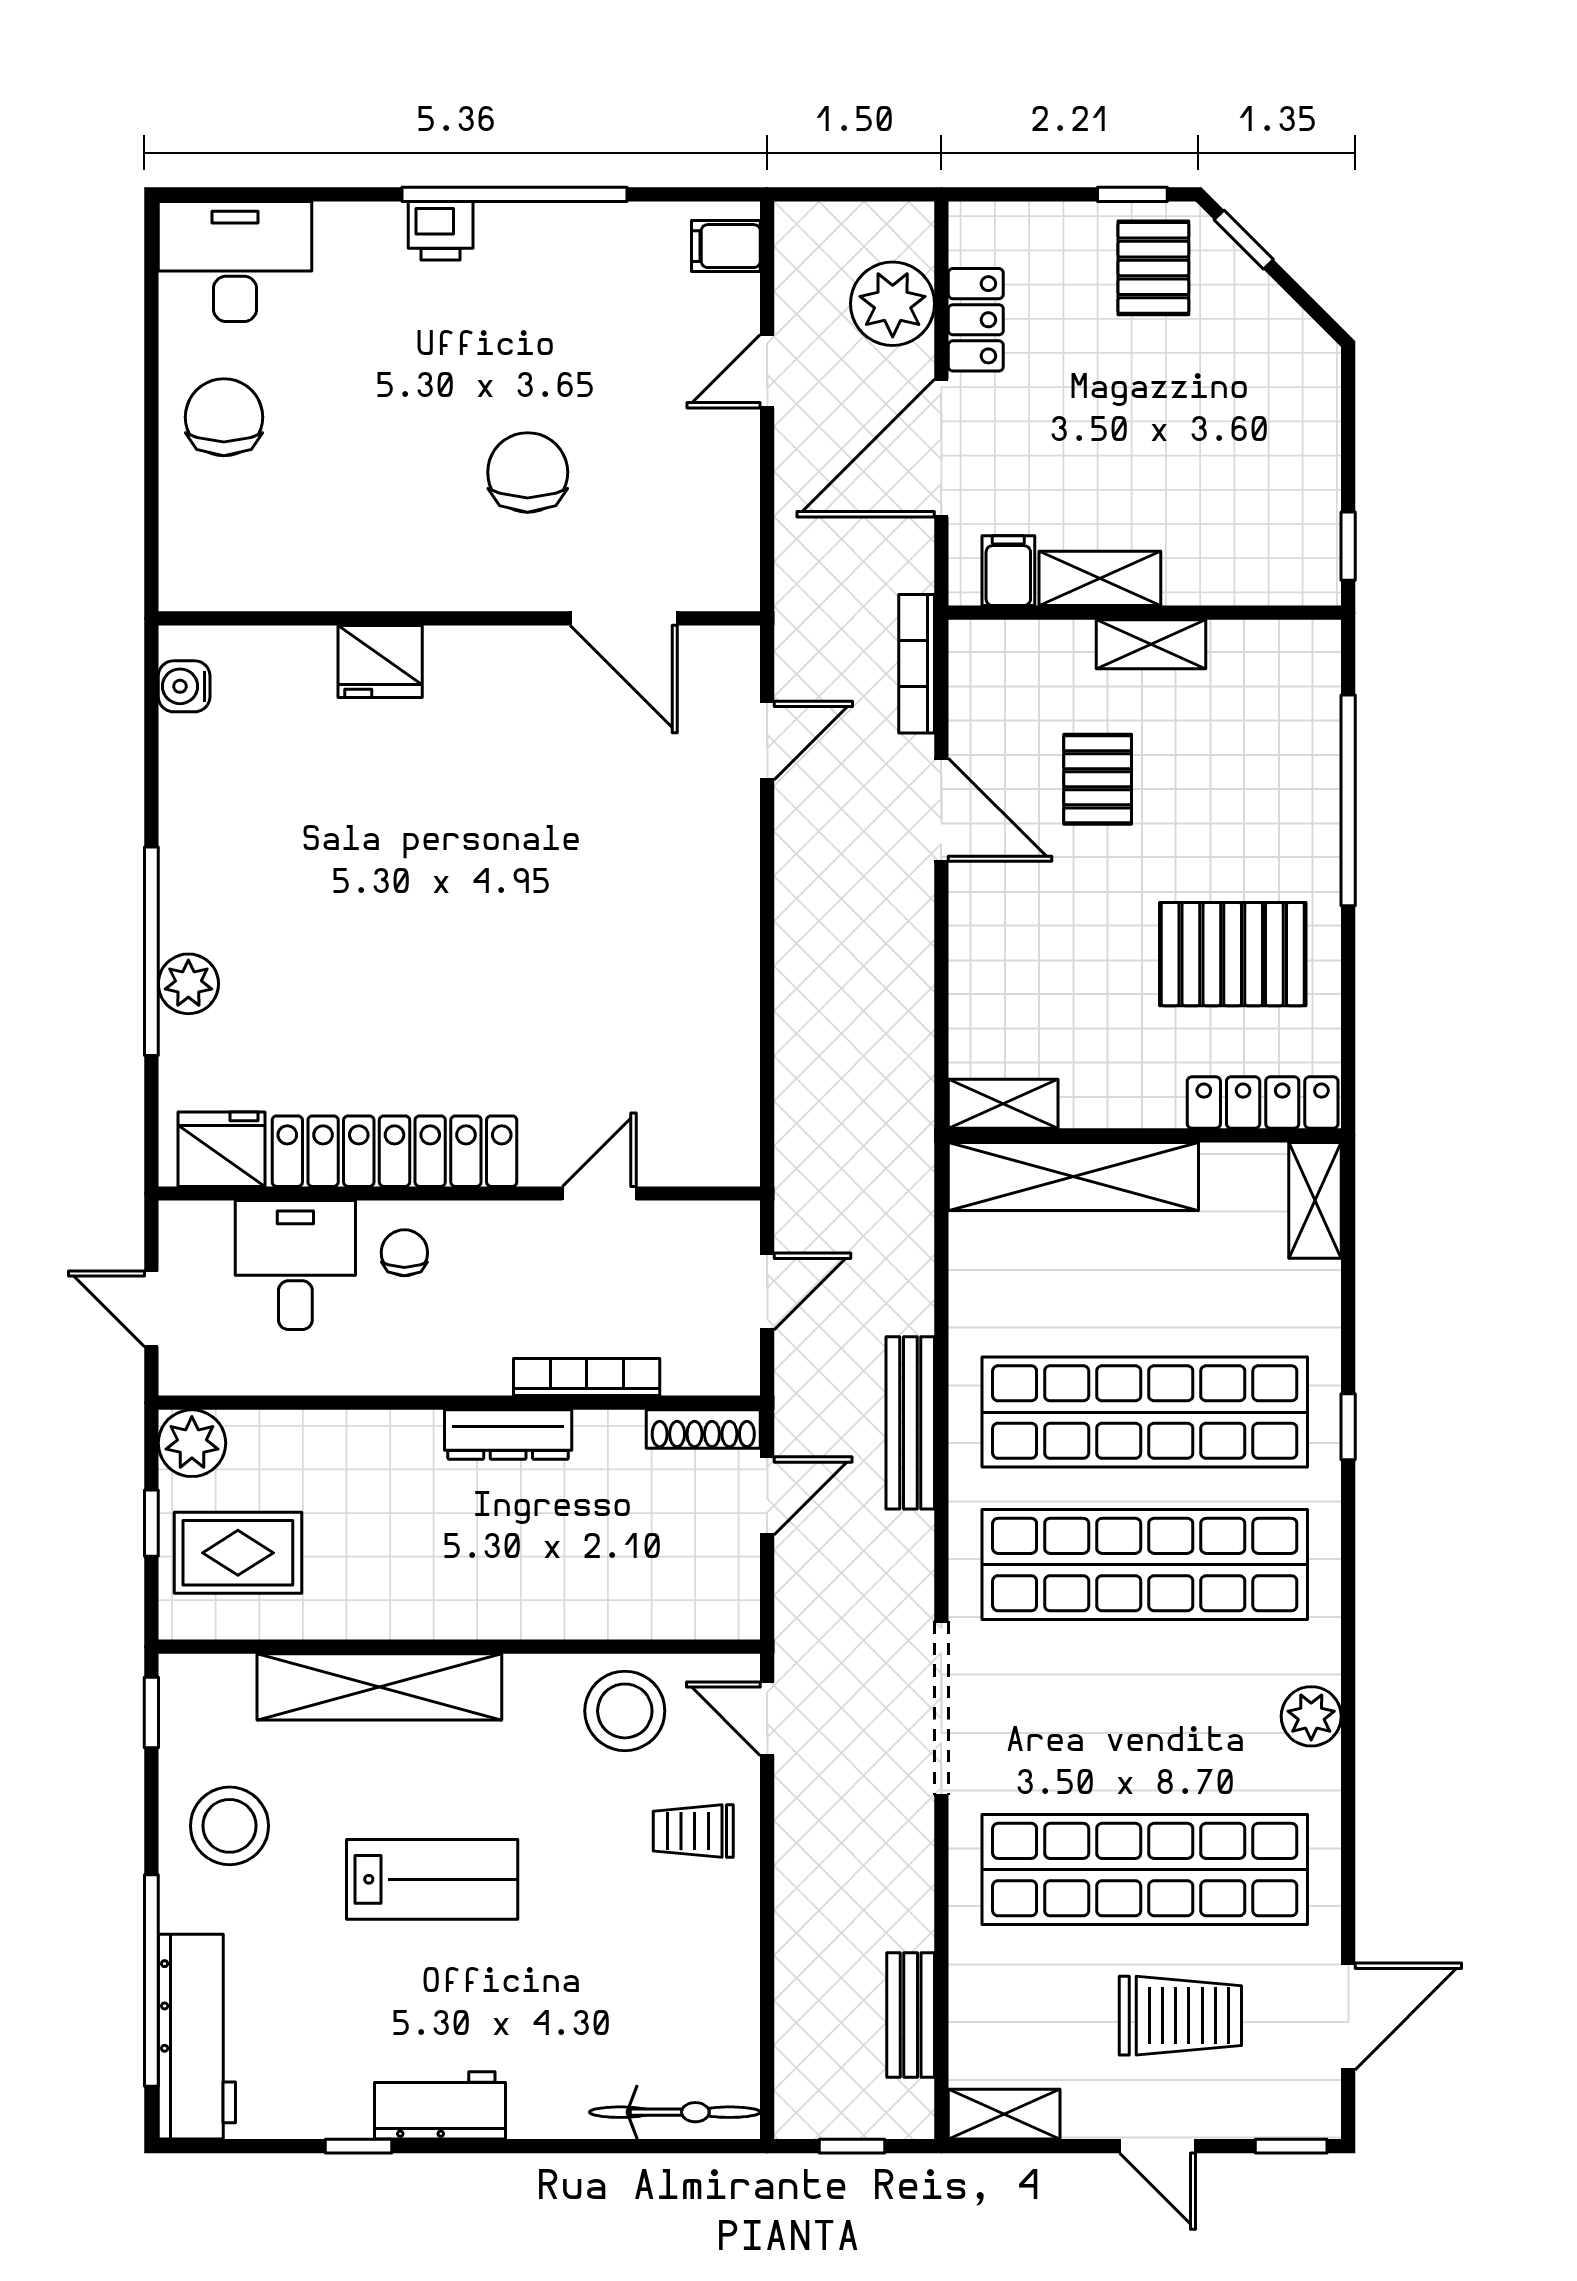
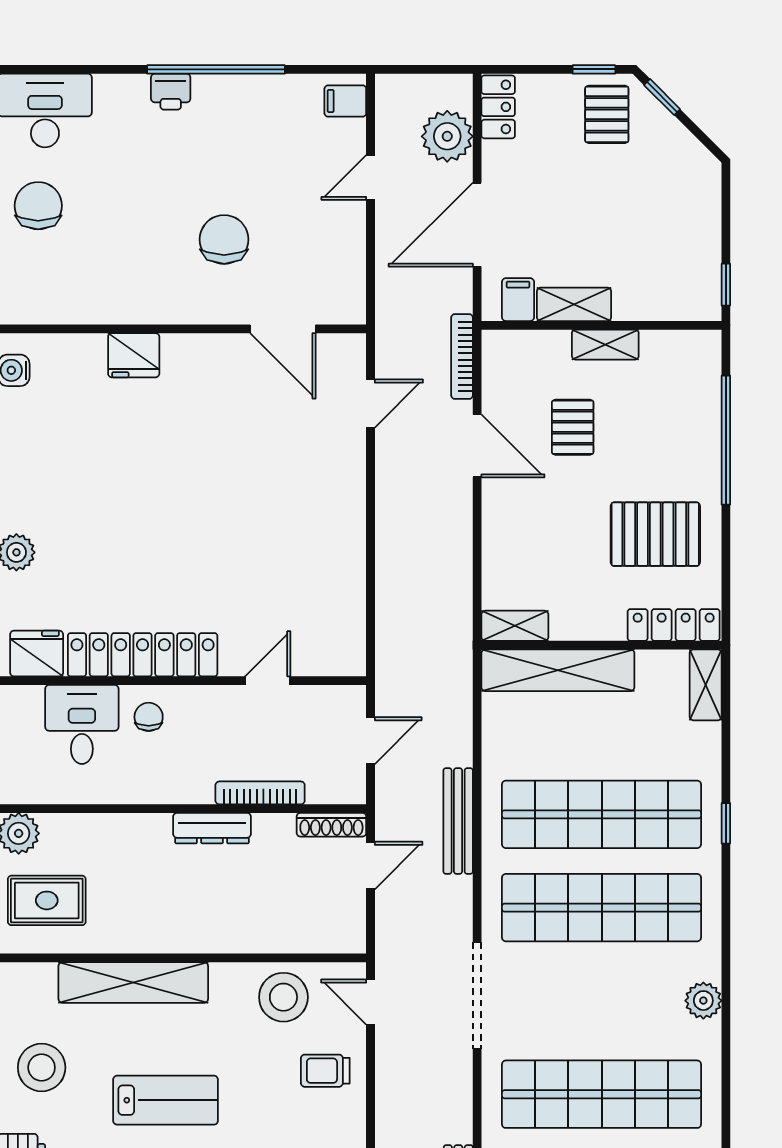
locker: (976, 320) -> (498, 107), moved

